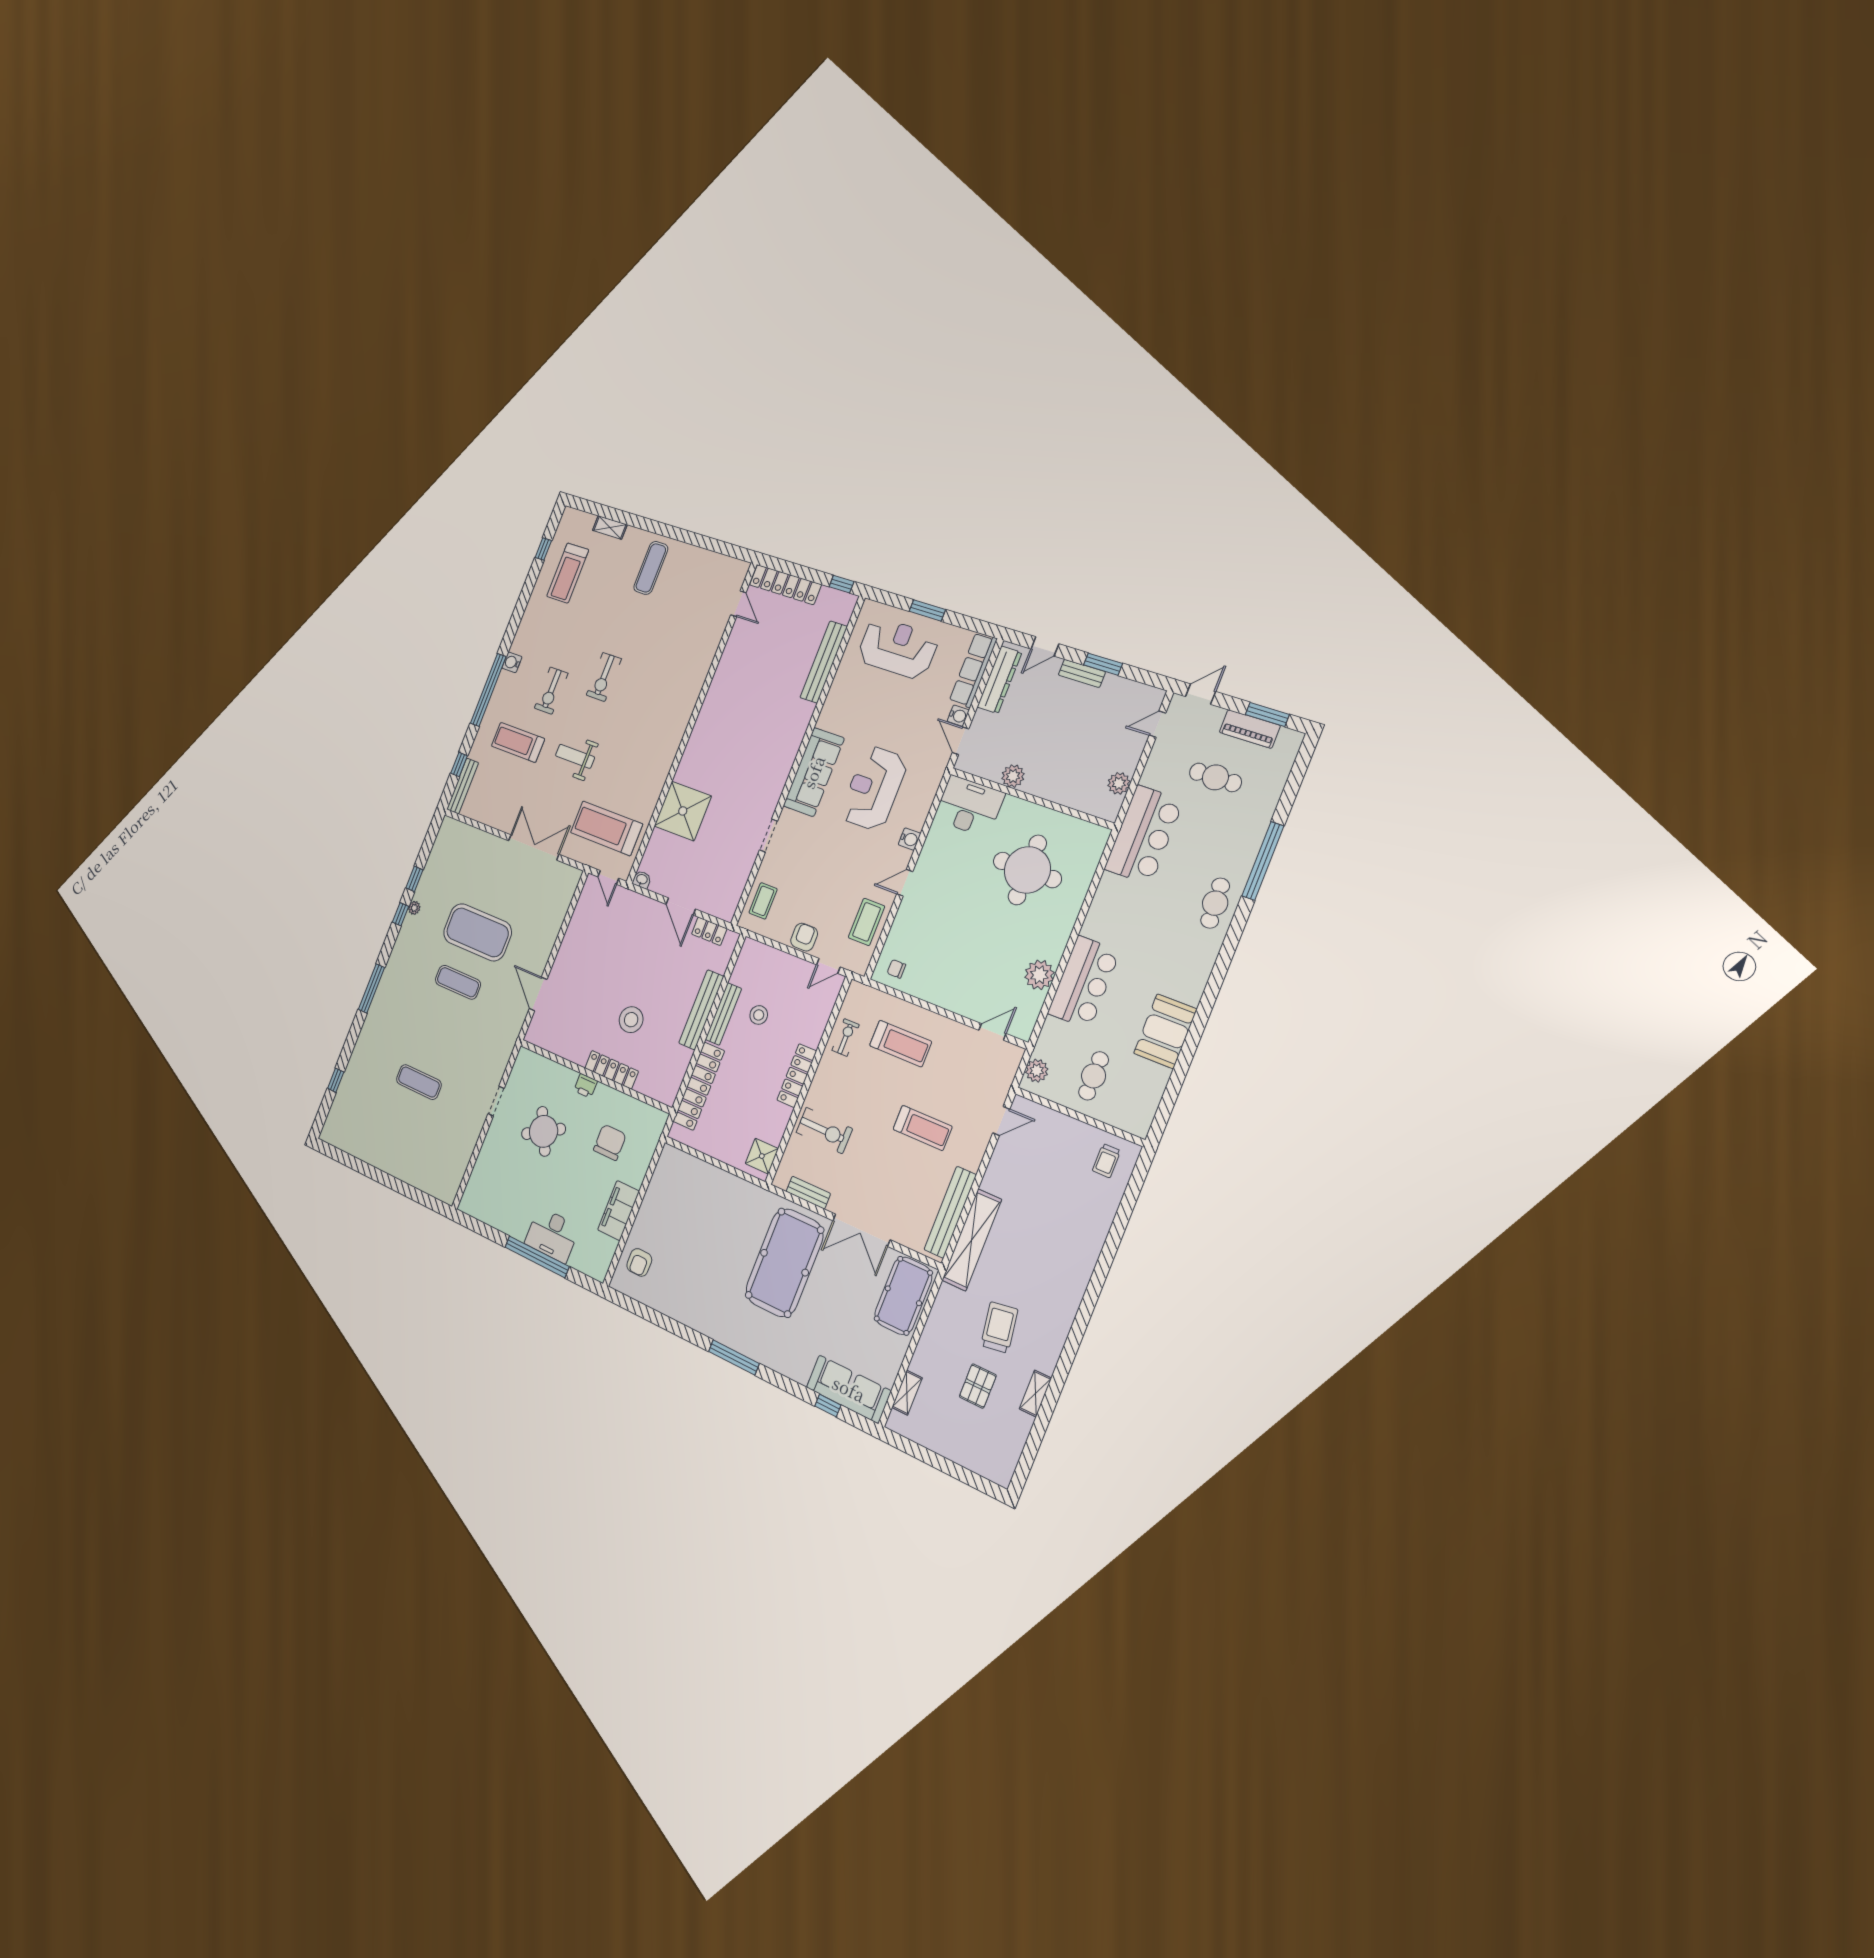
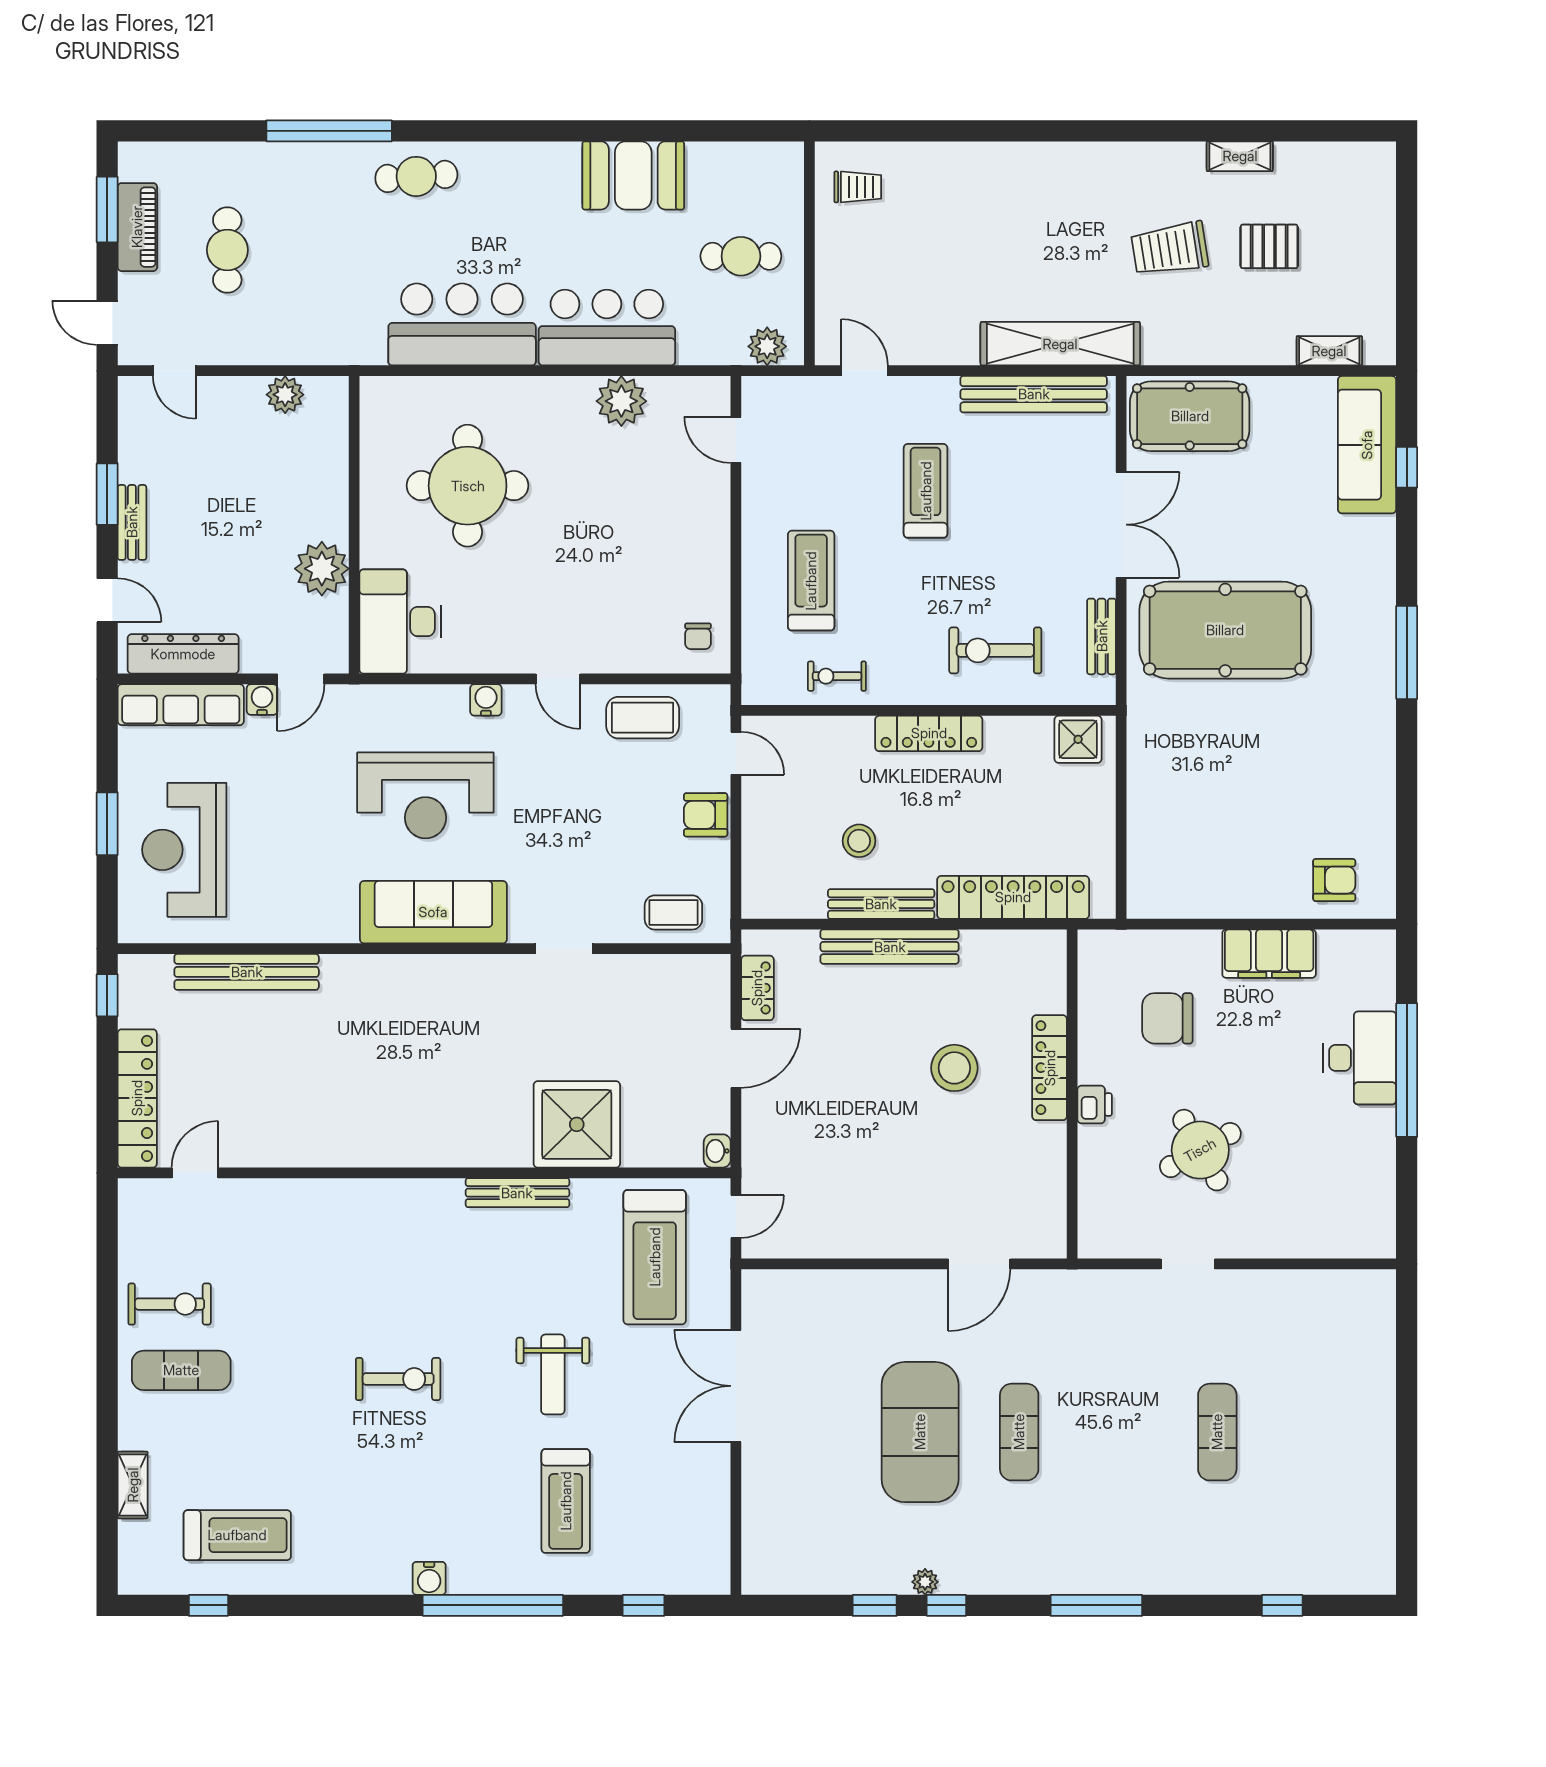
exercise bike: (551, 691) -> (170, 1304), moved
plant: (1013, 776) -> (322, 569), width x1.36, depth x1.36
bench: (463, 786) -> (517, 1193), moved
bar counter: (1144, 835) -> (462, 324), moved
exercise bike: (824, 1131) -> (995, 650), turned -91

